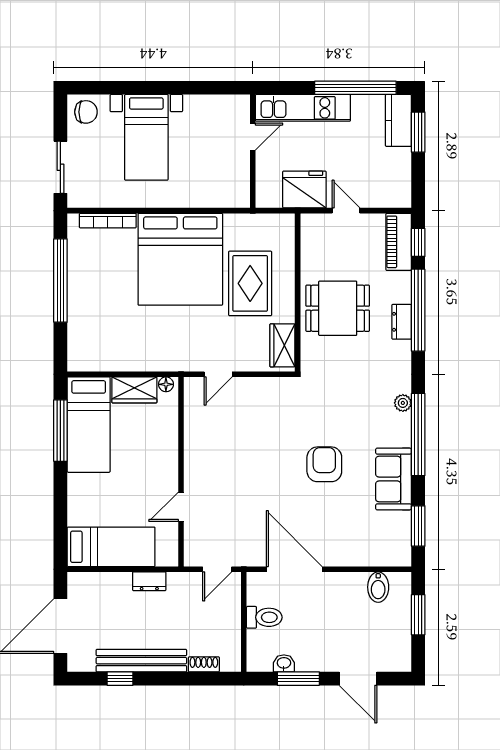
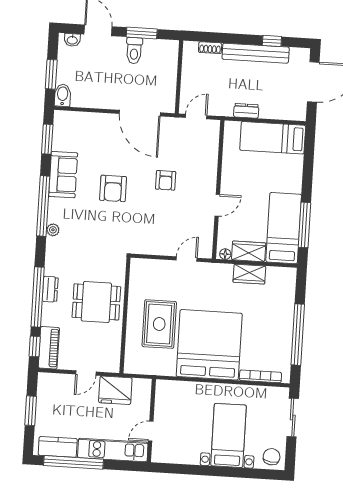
chair: (86, 112) -> (272, 457), turned 98
kitchen counter: (398, 120) -> (58, 447), moved, turned -90
window: (418, 132) -> (31, 411), moved
door: (346, 211) -> (86, 373), hinge flipped
wardrobe: (282, 345) -> (249, 274), moved, turned 90
armchair: (253, 480) -> (166, 180), added
door: (181, 507) -> (217, 205), moved
bidet: (378, 587) -> (63, 95), moved
toilet: (264, 617) -> (134, 51), moved, turned -90
washbasin: (284, 663) -> (72, 40), moved

